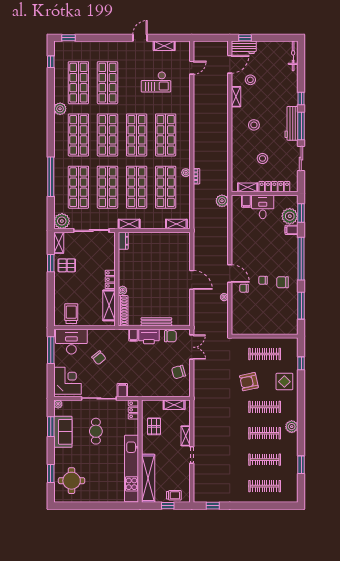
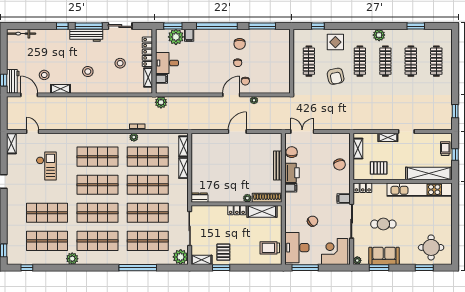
shelving: (164, 46) -> (11, 143), moved
shelving: (129, 224) -> (183, 168), moved
chair: (179, 372) -> (340, 164), moved

